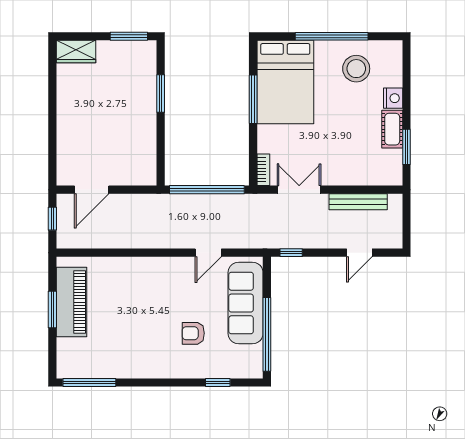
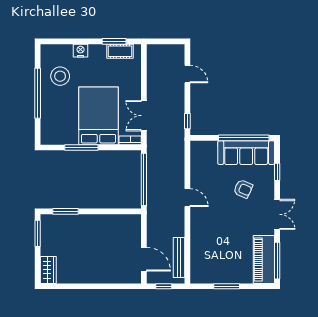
bed: (285, 82) -> (98, 116), moved, turned -90
window: (161, 94) -> (65, 211), moved
cot: (392, 129) -> (120, 51), moved
bench: (358, 202) -> (179, 257), moved
door: (208, 253) -> (187, 198), moved
piano: (71, 302) -> (264, 259), moved, turned -90
sofa: (246, 303) -> (246, 153), moved
armchair: (193, 333) -> (243, 189), turned -66
double door: (156, 382) -> (277, 214), added

